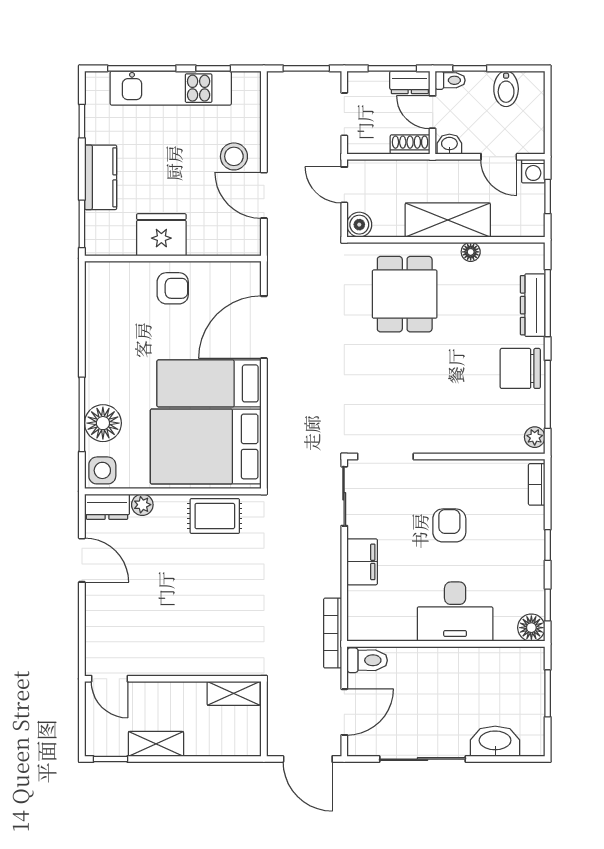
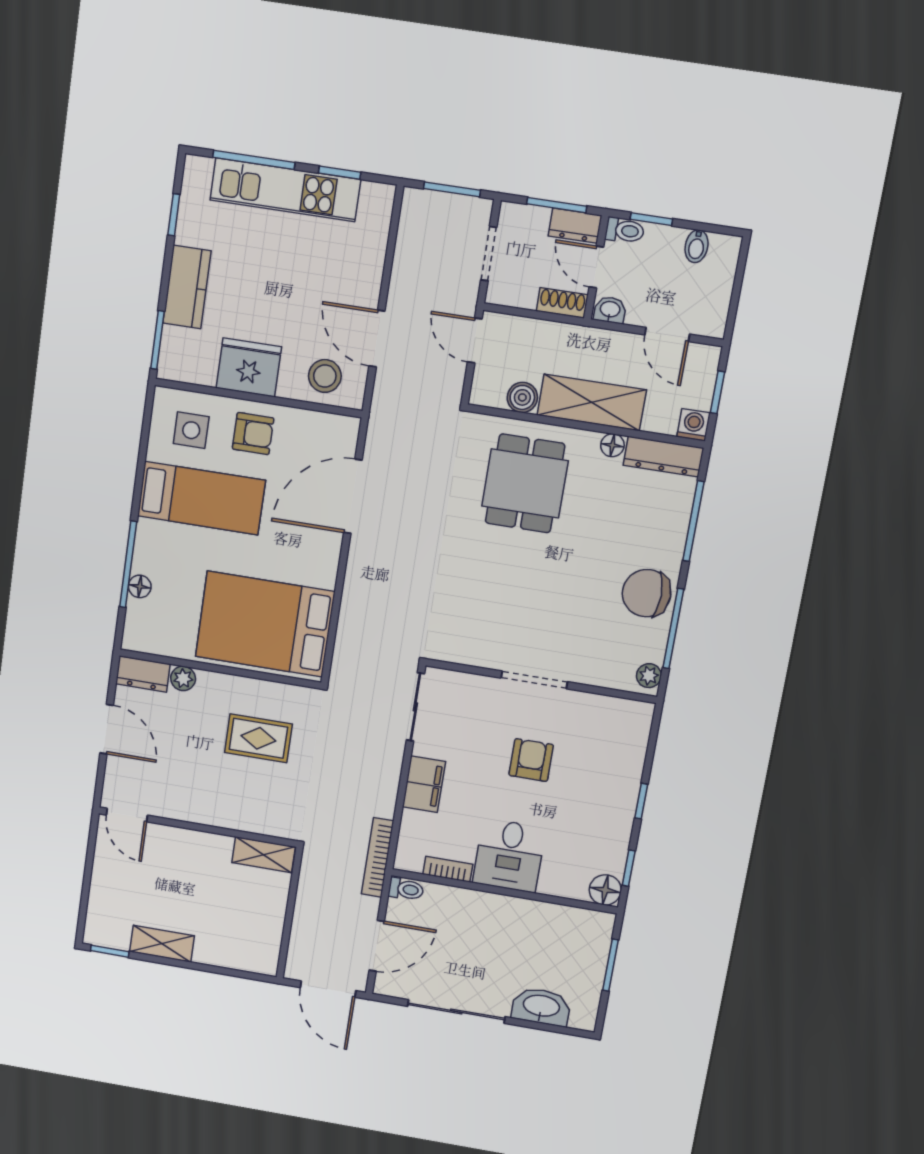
bidet: (506, 89) -> (697, 246), width x0.72, depth x0.74
stool: (234, 156) -> (325, 376), moved
washing machine: (533, 171) -> (694, 425), moved, turned 180
boiler: (359, 225) -> (522, 397), moved
dresser: (533, 305) -> (663, 457), moved, turned -90
bed: (209, 383) -> (201, 498), moved, turned 180
floor lamp: (103, 423) -> (140, 586), width x0.53, depth x0.53
doorway: (385, 457) -> (534, 680), moved
side table: (102, 470) -> (191, 430), moved
bookcase: (537, 484) -> (448, 869), moved, turned 90
rug: (215, 516) -> (258, 738), moved
desk: (455, 612) -> (509, 855), width x0.73
toilet: (367, 660) -> (406, 889), width x0.73, depth x0.72
door: (110, 679) -> (127, 815), moved
wall: (173, 679) -> (198, 827), moved
shelving: (234, 693) -> (263, 855), moved

